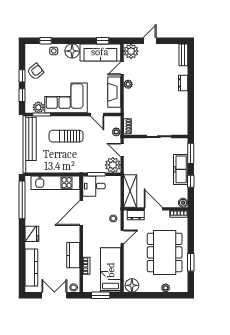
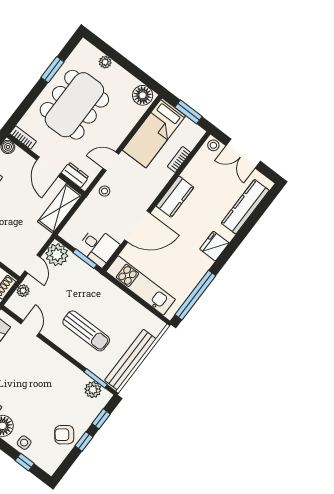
corner sofa: (66, 98) -> (52, 376), removed
kitchen counter: (73, 255) -> (175, 197), moved

